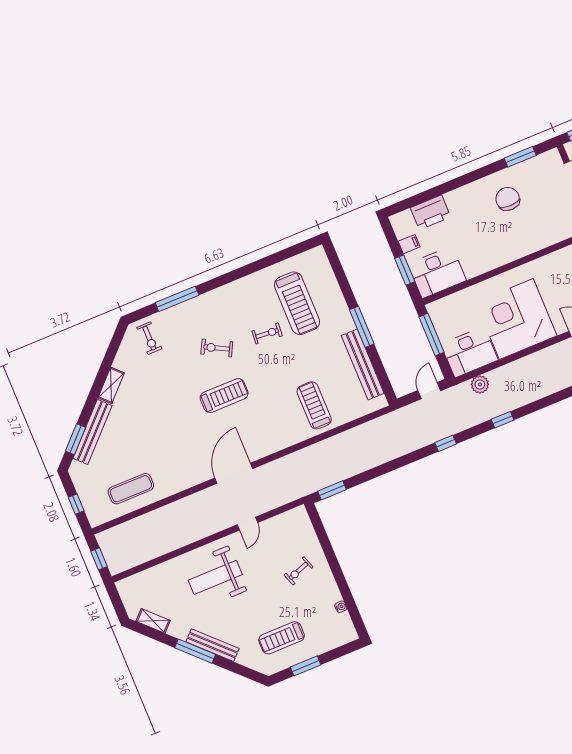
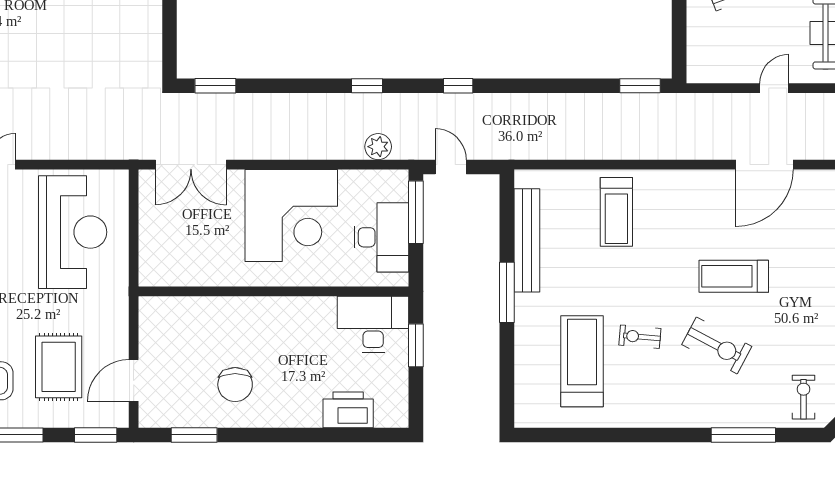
filing cabinet: (409, 244) -> (395, 379), removed
window: (431, 335) -> (416, 212), moved
exercise bike: (217, 348) -> (717, 345), width x1.38, depth x1.39
desk: (469, 352) -> (381, 237), moved, turned 90
door: (429, 391) -> (451, 167), swing flipped

